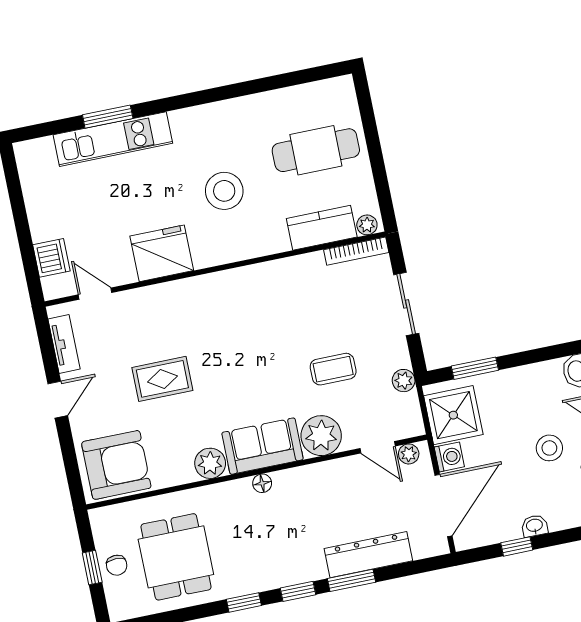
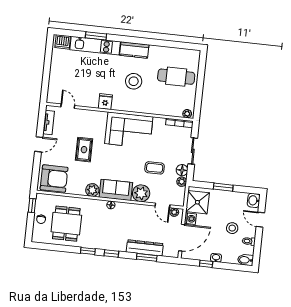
kitchen counter: (322, 228) -> (134, 50), moved, turned 180
fridge: (162, 253) -> (105, 102), width x0.53, depth x0.75
dishwasher: (51, 258) -> (63, 42), moved, turned 90
corner sofa: (248, 303) -> (129, 130), added
floor lamp: (396, 355) -> (182, 170), added
window: (475, 368) -> (223, 187), moved
rug: (162, 379) -> (84, 150), turned 90
window: (92, 568) -> (32, 206), moved
window: (352, 580) -> (147, 257), moved

